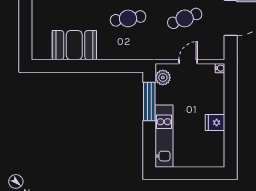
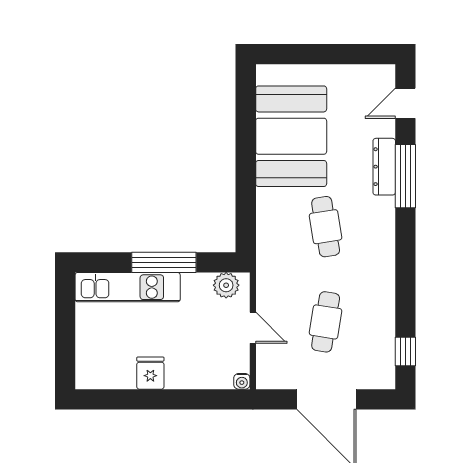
cafe table: (185, 18) -> (326, 322), turned 30
booth: (74, 45) -> (291, 136), width x1.36, depth x1.42
window: (149, 102) -> (164, 262), moved

